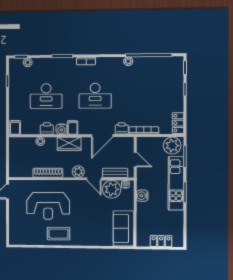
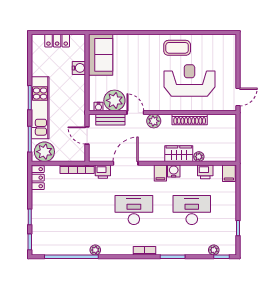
printer: (47, 128) -> (205, 172), moved
wardrobe: (69, 144) -> (179, 154), moved
water cooler: (142, 196) -> (79, 68), moved

